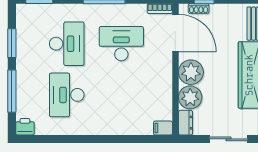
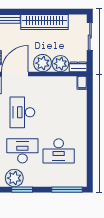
plant: (28, 32) -> (14, 178), added
window: (12, 91) -> (67, 190), moved
printer: (25, 127) -> (81, 180), removed

